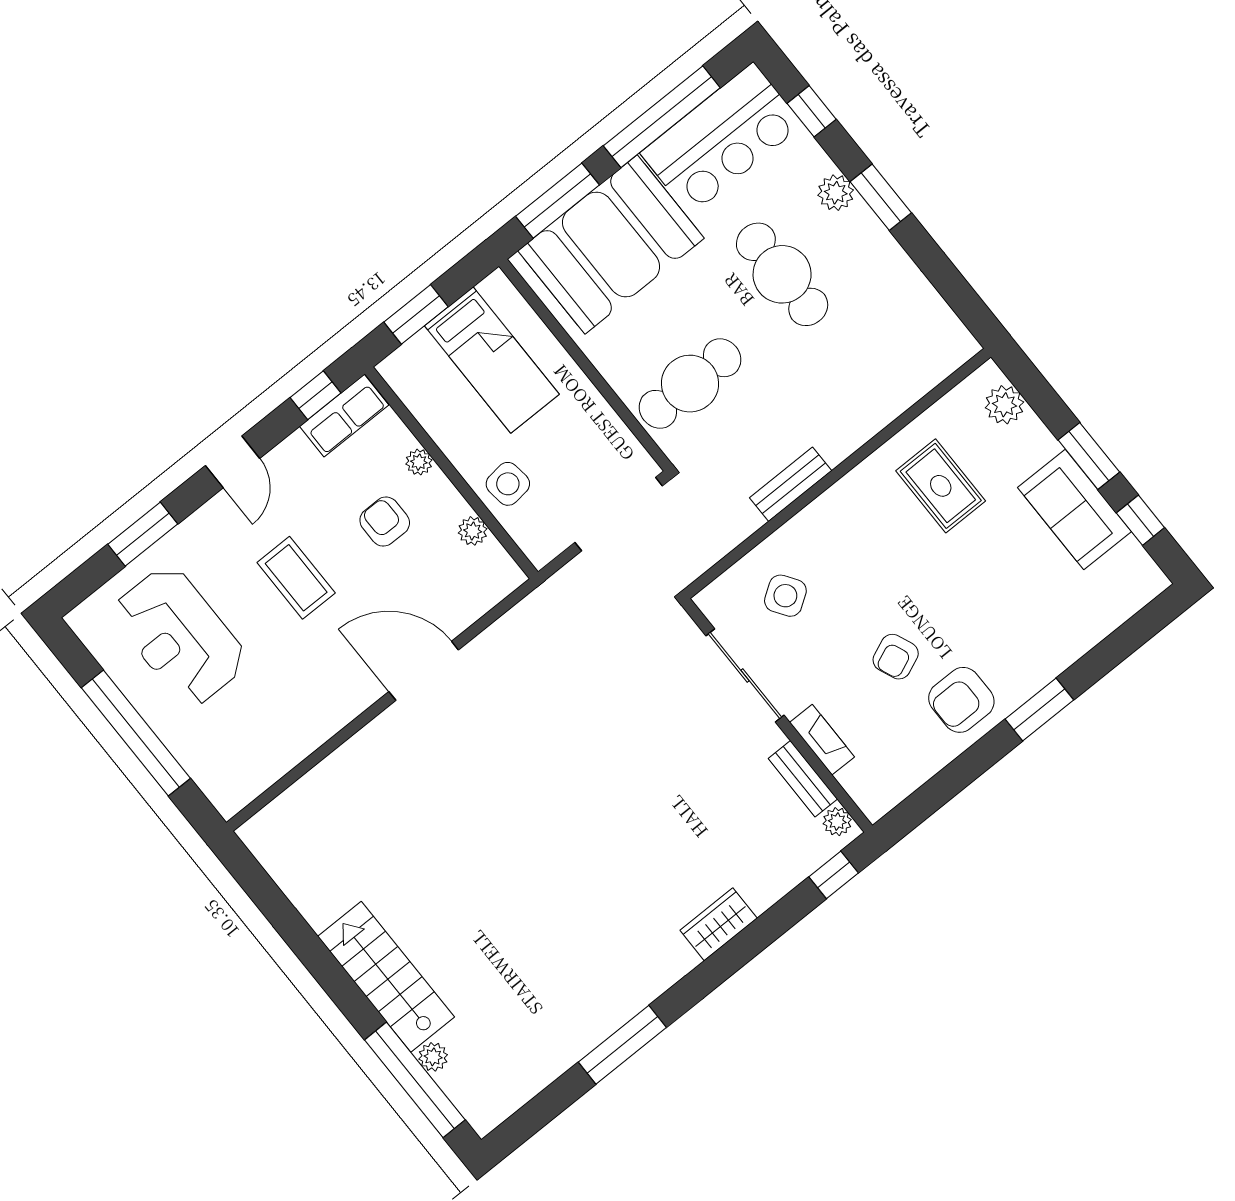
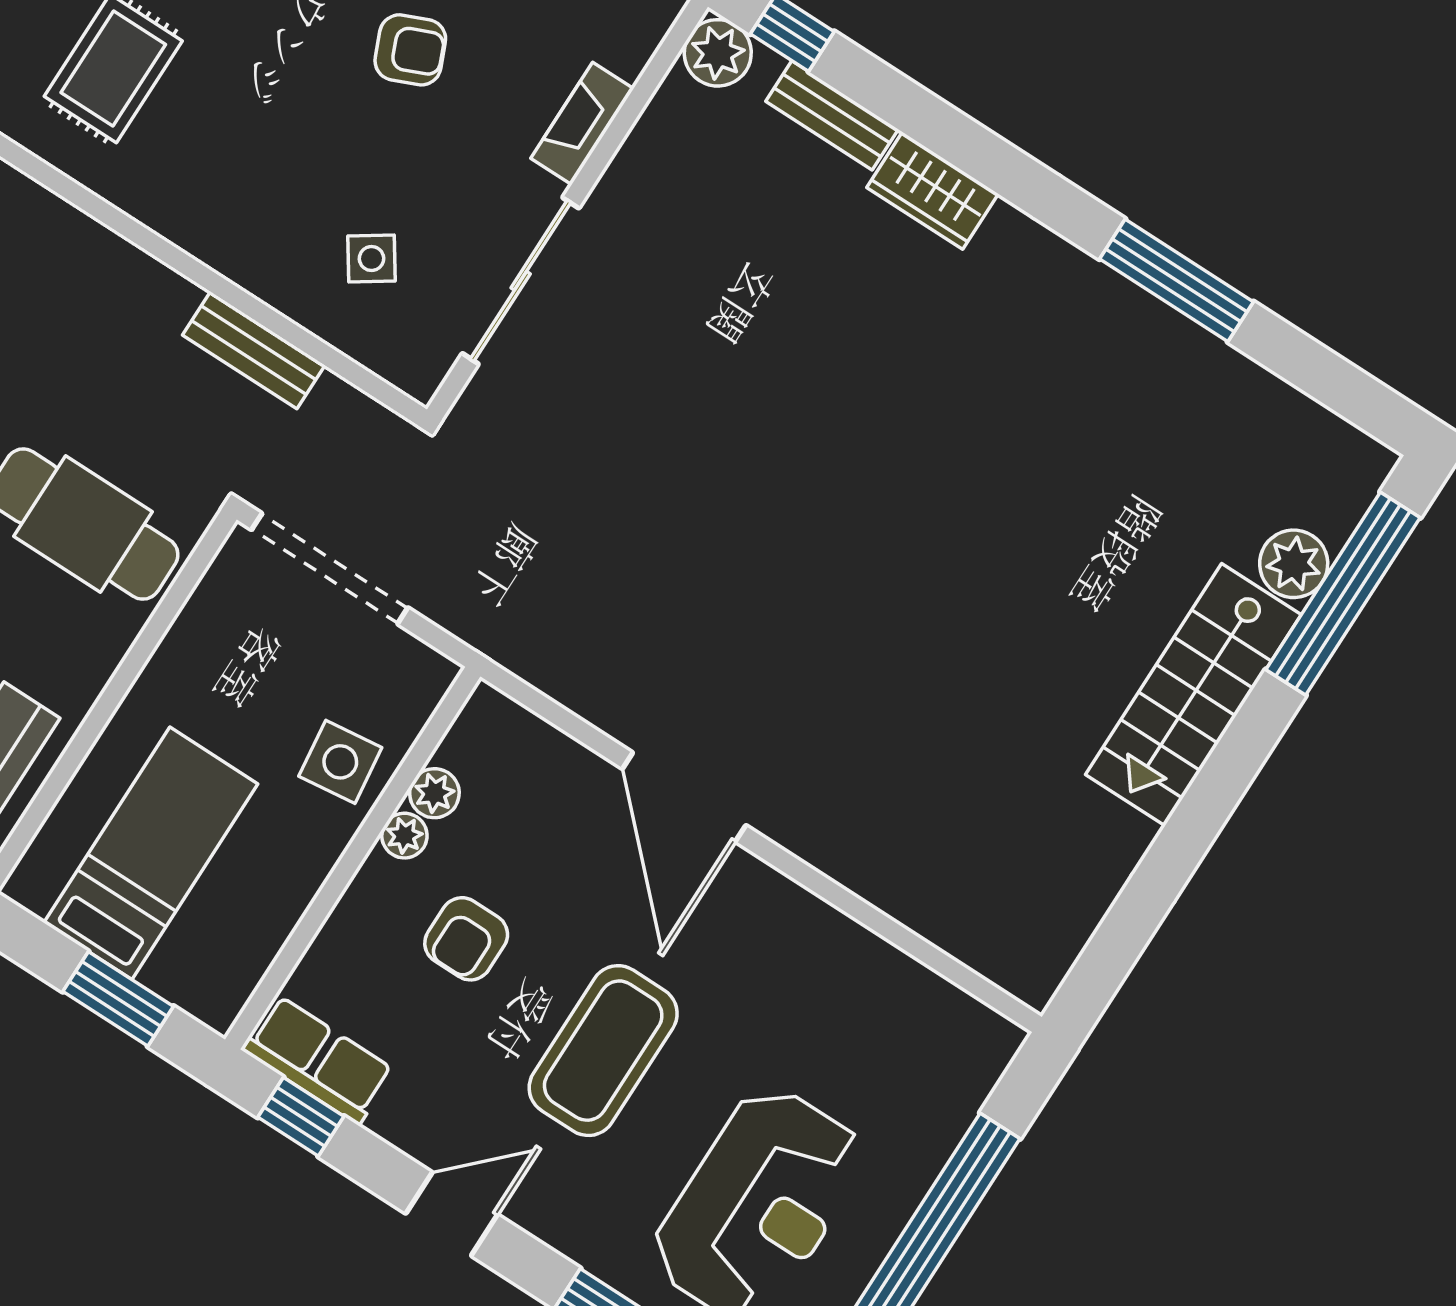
plant: (419, 462) -> (404, 836), moved
bench: (791, 484) -> (254, 350), moved
coffee table: (296, 578) -> (603, 1051), width x1.36, depth x1.32
side table: (785, 596) -> (372, 259), width x0.73, depth x0.73
bench: (803, 779) -> (832, 115), moved, turned 90
plant: (837, 822) -> (718, 53), width x1.38, depth x1.38
plant: (433, 1057) -> (1294, 564), width x1.38, depth x1.38

